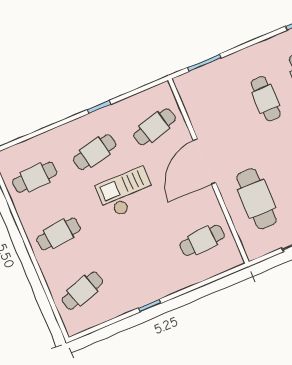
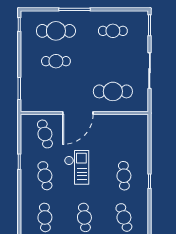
door: (204, 161) -> (78, 113), hinge flipped
checkout: (126, 193) -> (77, 167), turned 180
cafe table: (202, 240) -> (124, 176), moved

